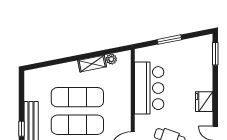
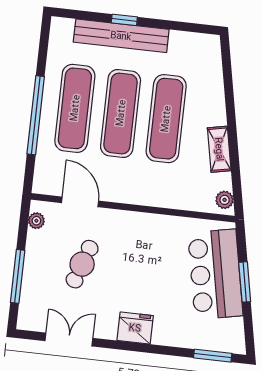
plant: (111, 59) -> (225, 200), moved
bar counter: (149, 88) -> (215, 274), moved, turned 79

